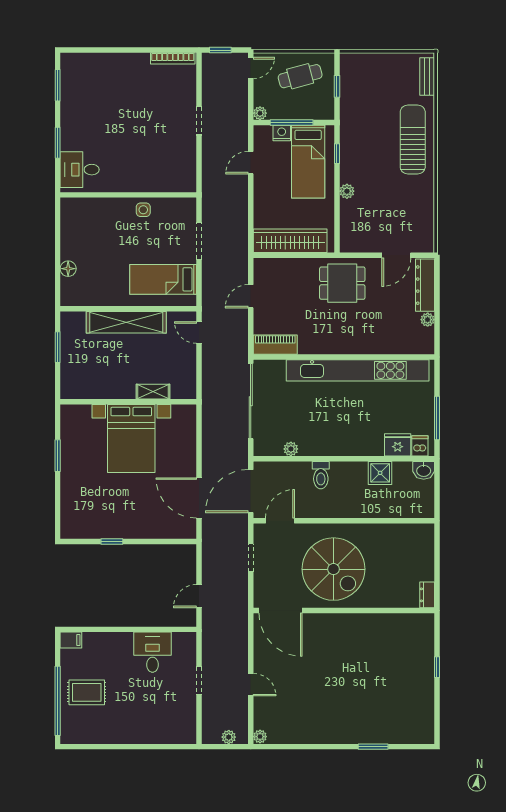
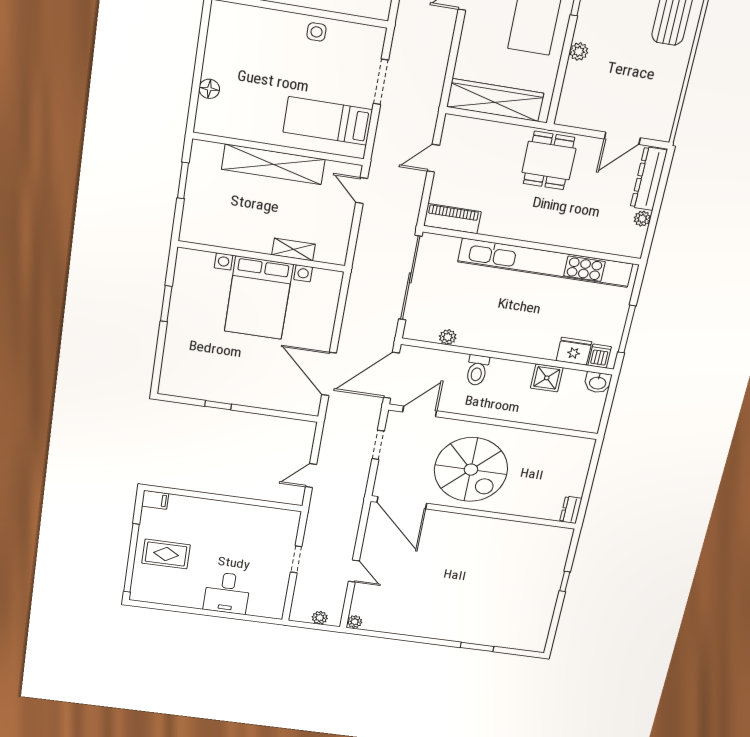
dining table: (342, 283) -> (549, 161), turned 90
desk: (153, 652) -> (227, 593), moved, turned 180

